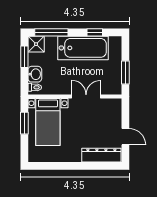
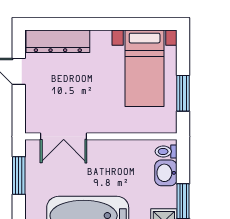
double door: (86, 97) -> (64, 136), moved
bed with nightstands: (48, 122) -> (145, 68), moved, turned 180

